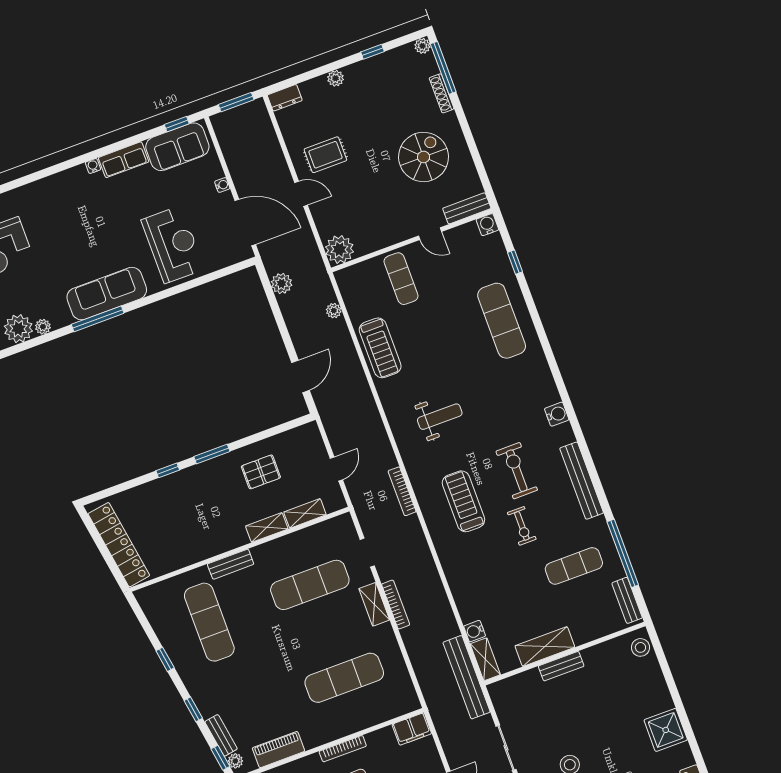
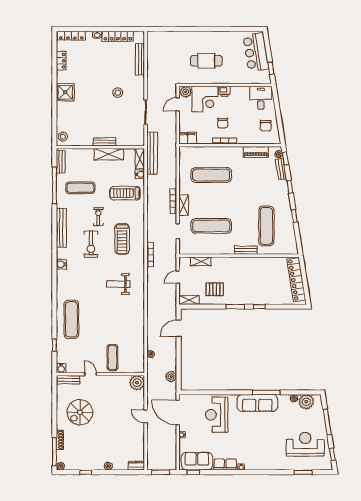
rug: (325, 155) -> (127, 431), removed
treadmill: (380, 348) -> (125, 193), moved, turned -90
shelving: (267, 527) -> (189, 300), moved

